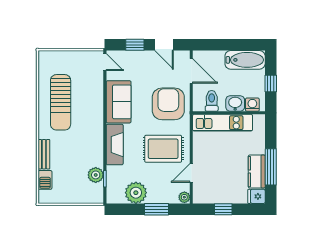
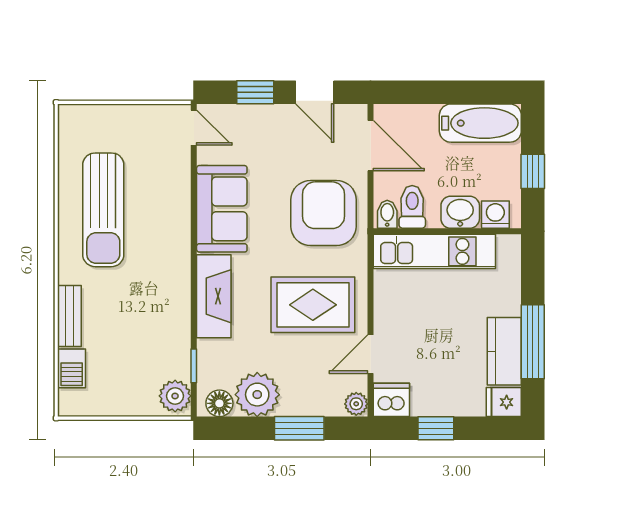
bidet: (199, 104) -> (387, 214), added
plant: (96, 175) -> (175, 396), moved
dishwasher: (202, 195) -> (391, 400), added
floor lamp: (117, 197) -> (219, 403), added

